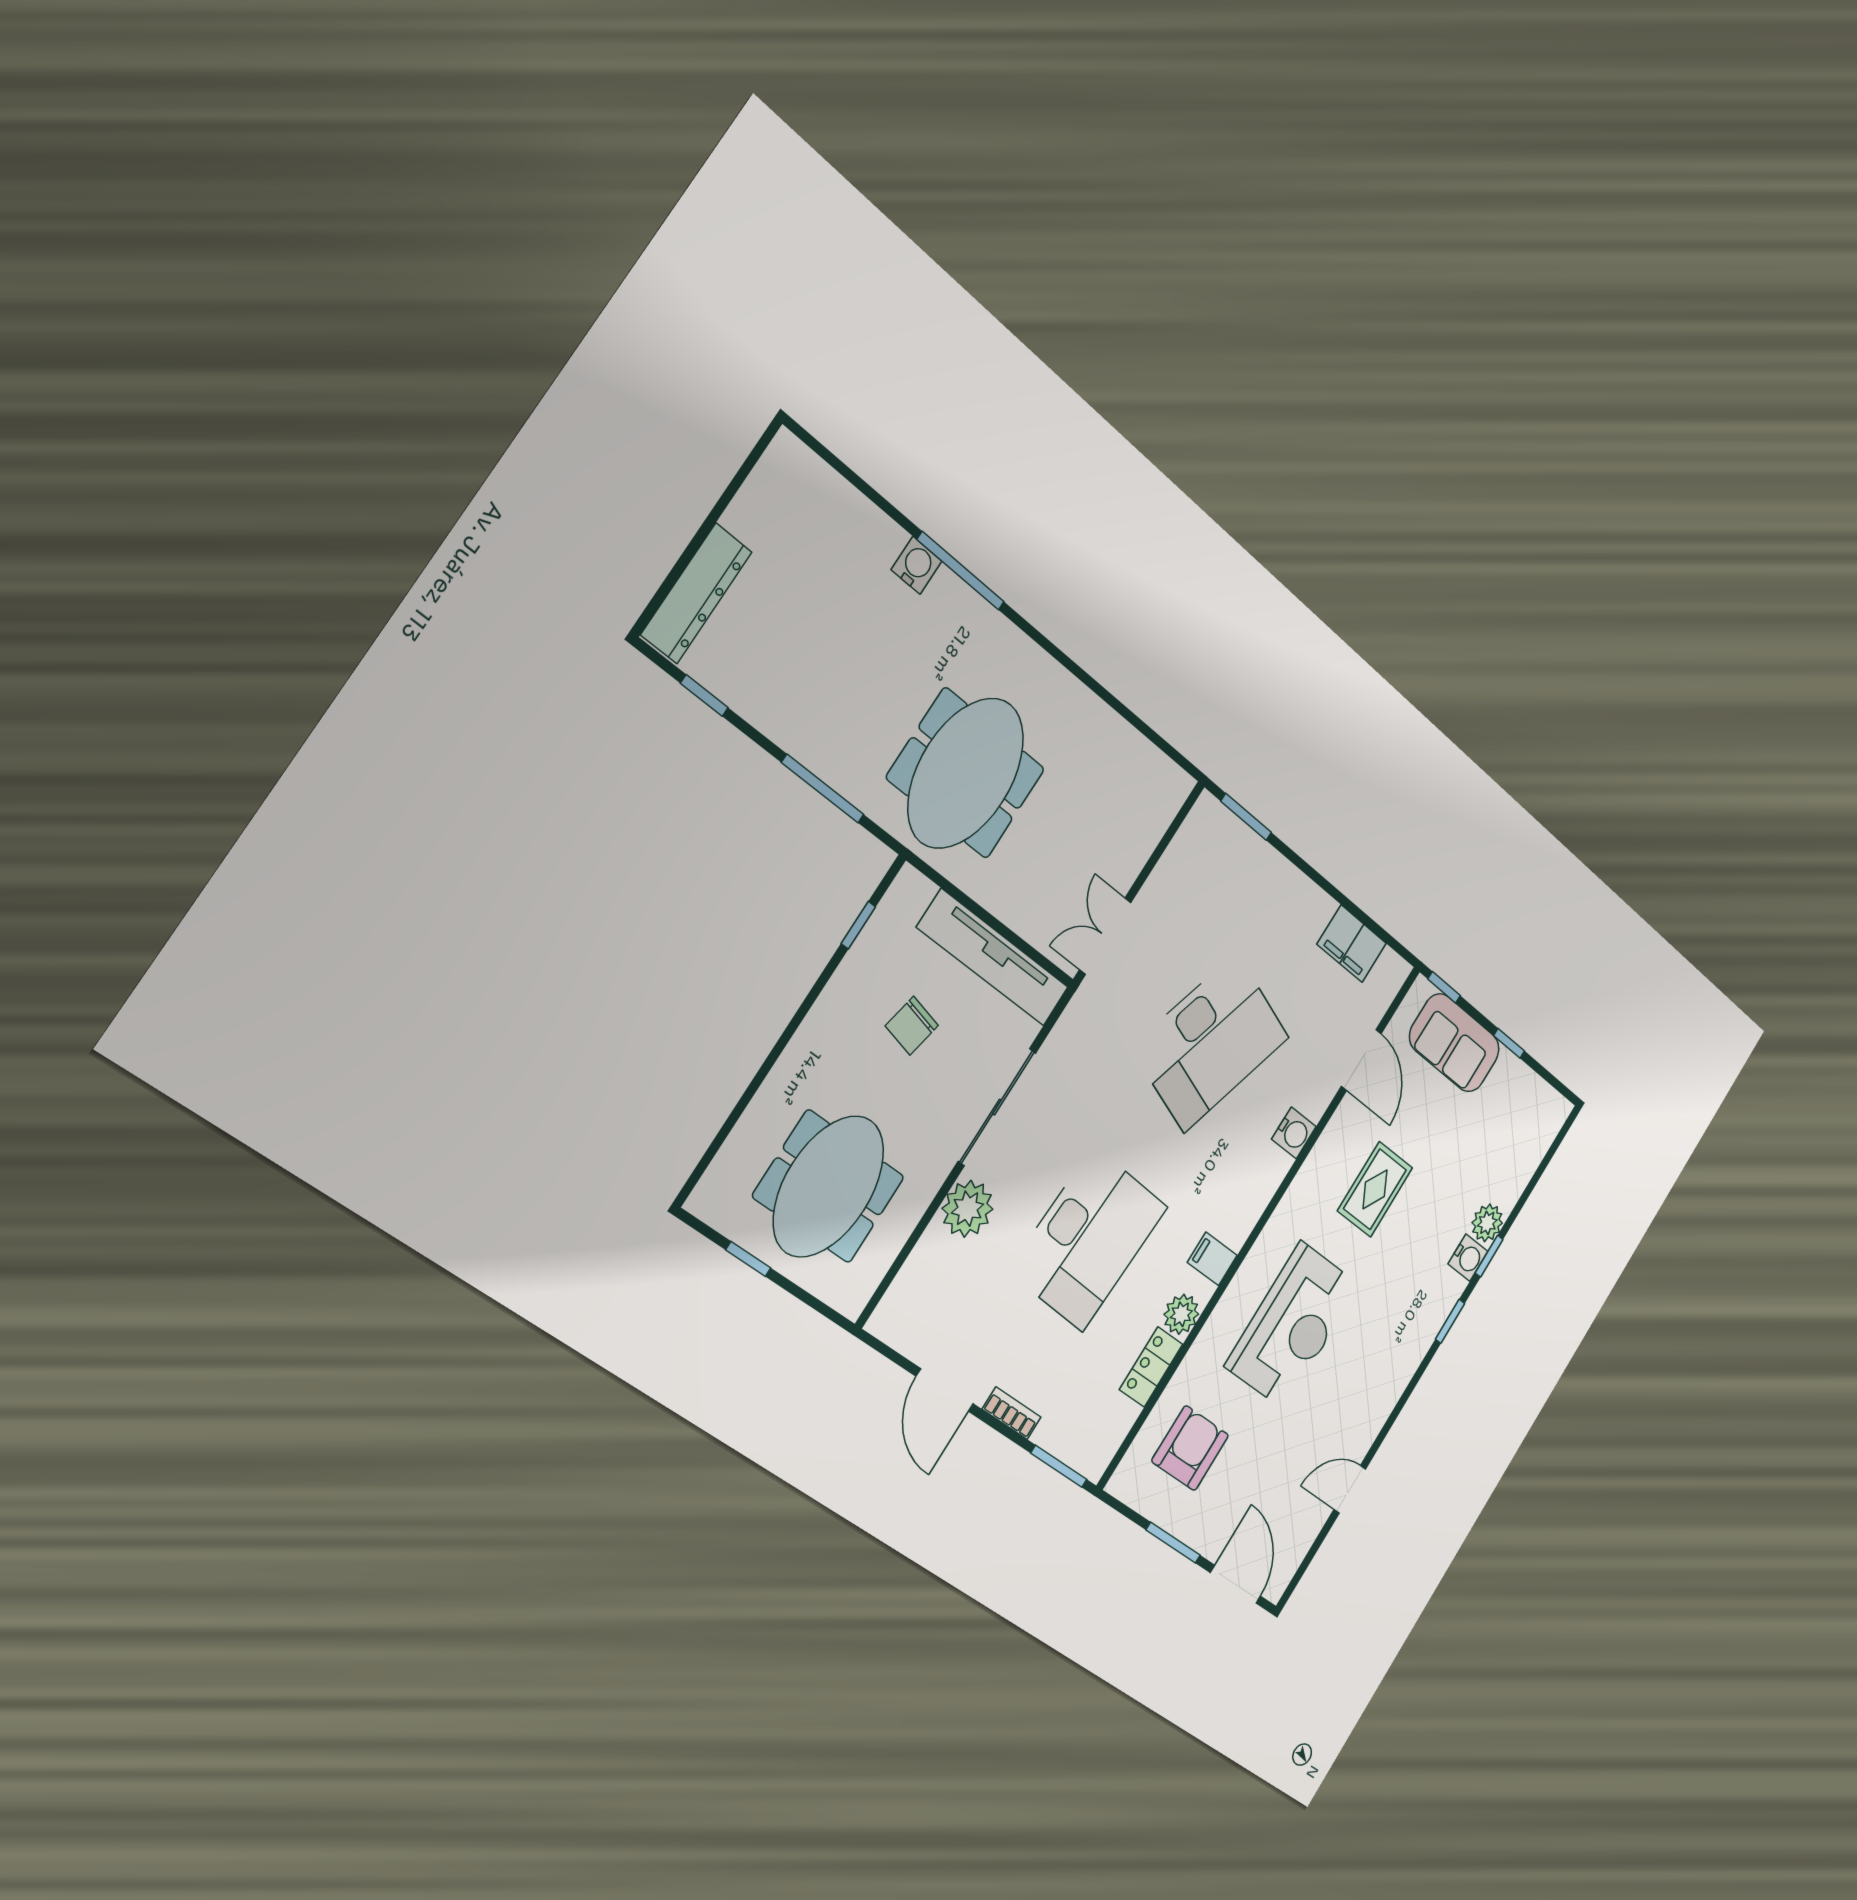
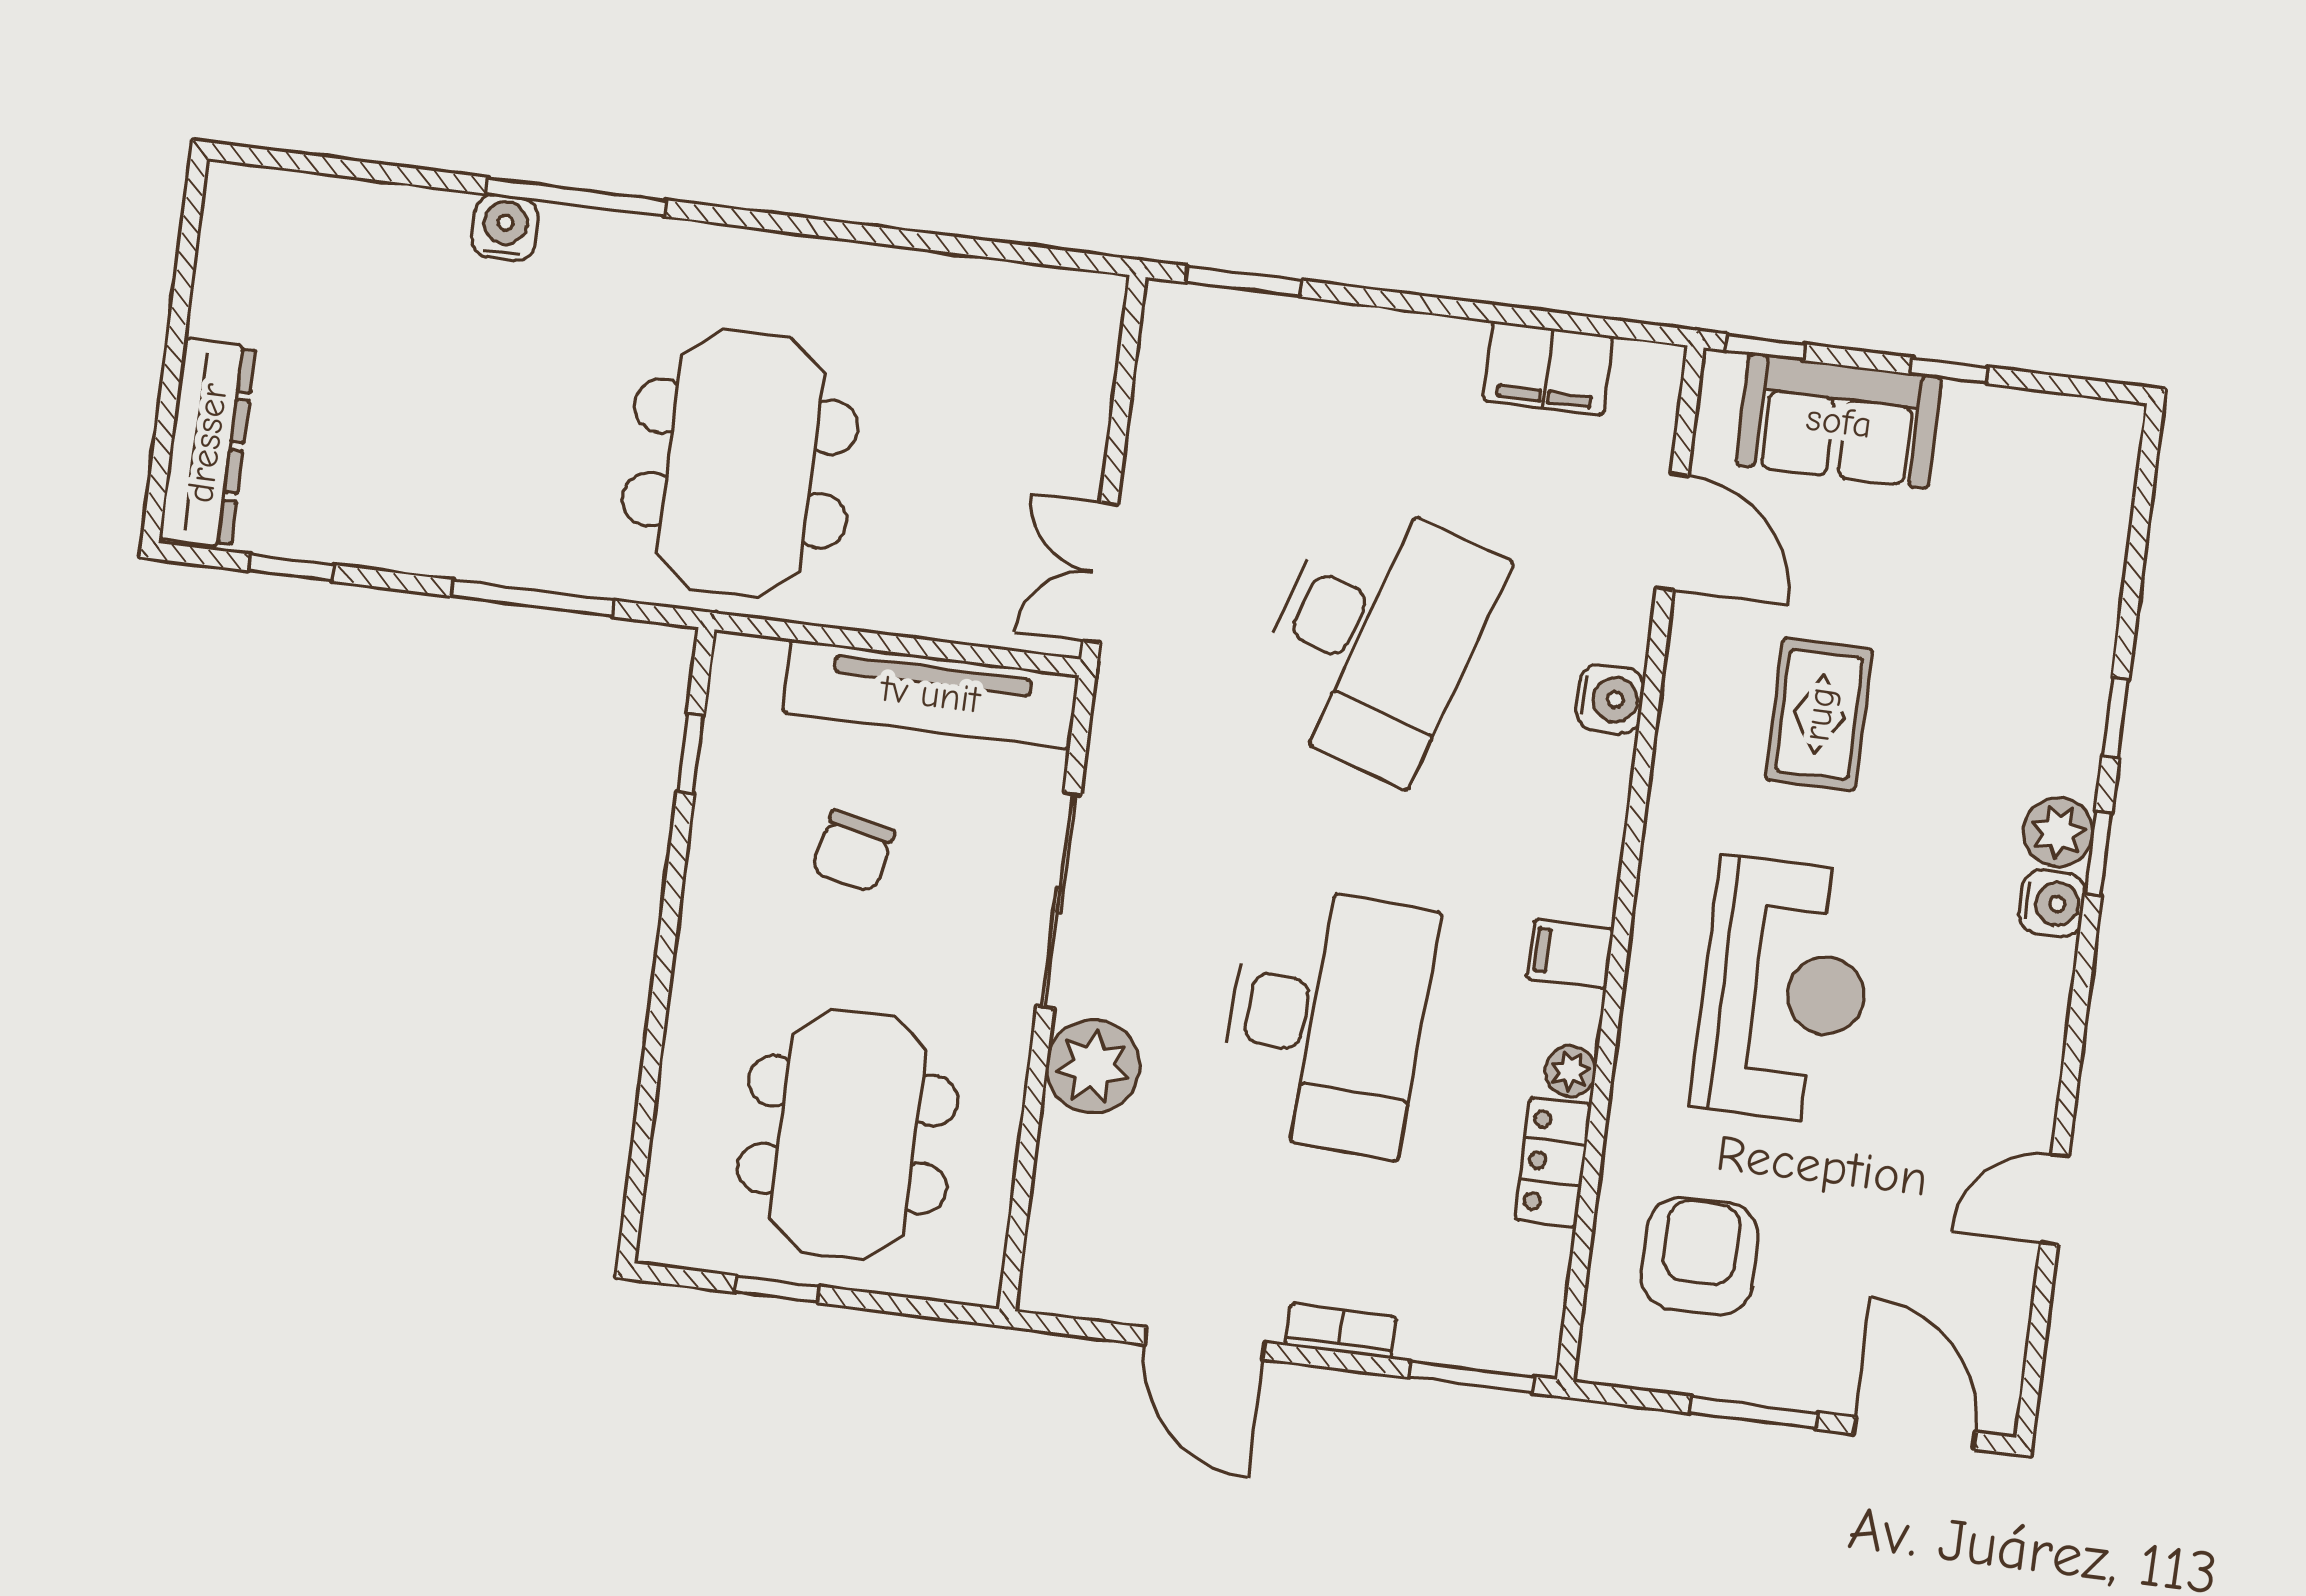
plant: (1487, 1223) -> (2058, 832), moved
water cooler: (1468, 1258) -> (2052, 903), moved
plant: (1181, 1314) -> (1570, 1071), width x0.73, depth x0.73

